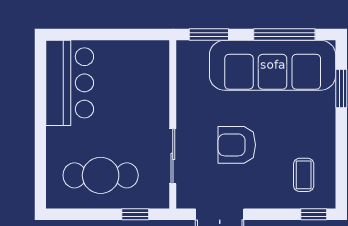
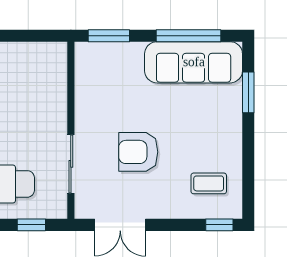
sofa: (273, 65) -> (194, 62), width x0.74, depth x0.79
coffee table: (304, 175) -> (209, 183), turned 90

